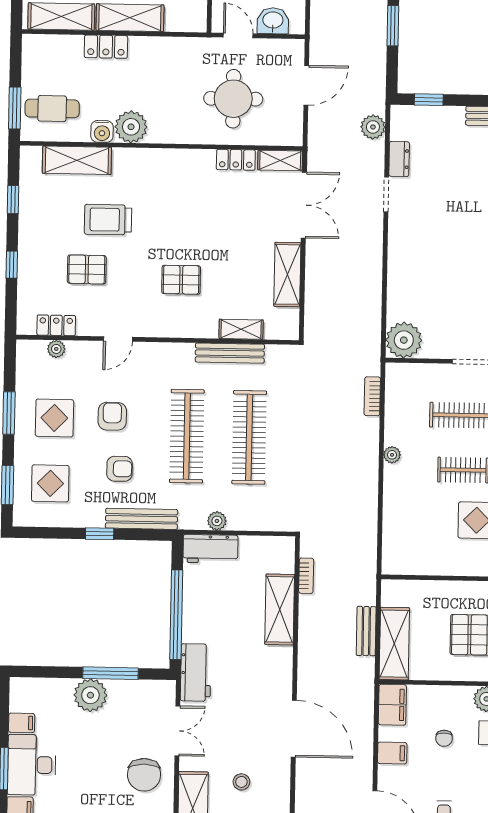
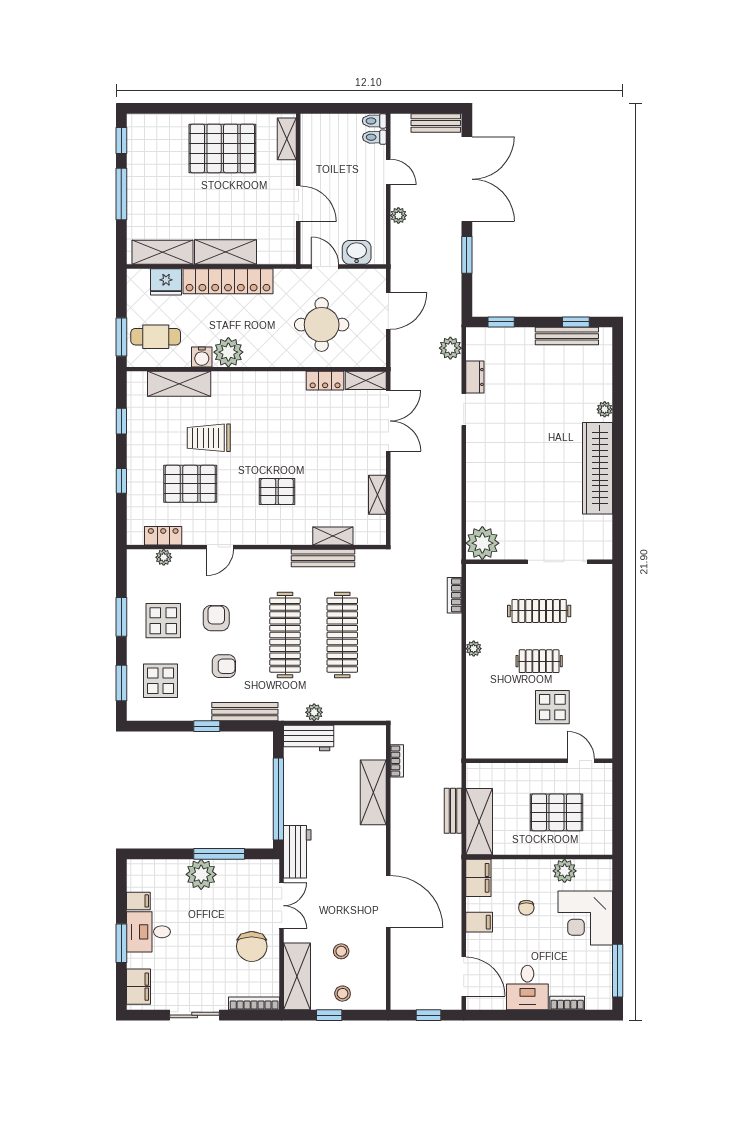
locker: (106, 47) -> (228, 281), width x2.16, depth x1.21
fridge: (65, 49) -> (166, 282), added
pallet: (87, 269) -> (190, 484), width x1.50, depth x1.42
shelving: (287, 274) -> (377, 495), width x0.67, depth x0.75
desk: (32, 765) -> (148, 932), width x0.73

